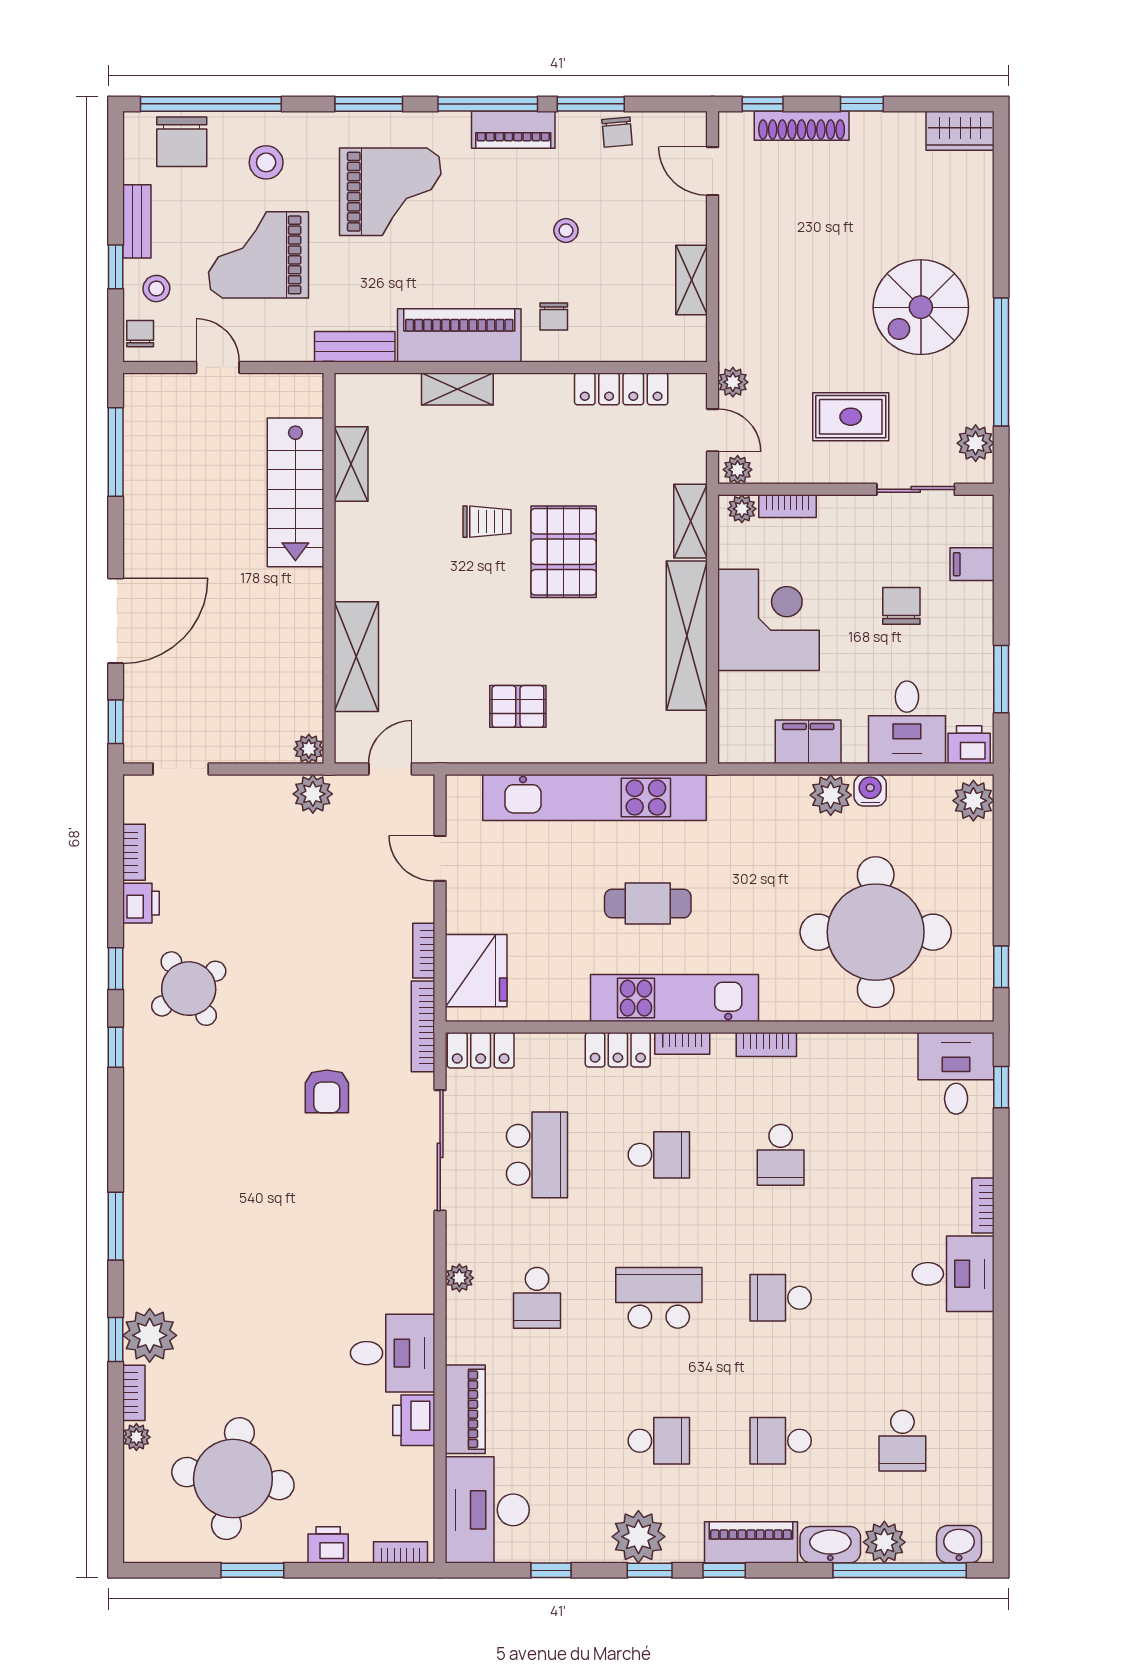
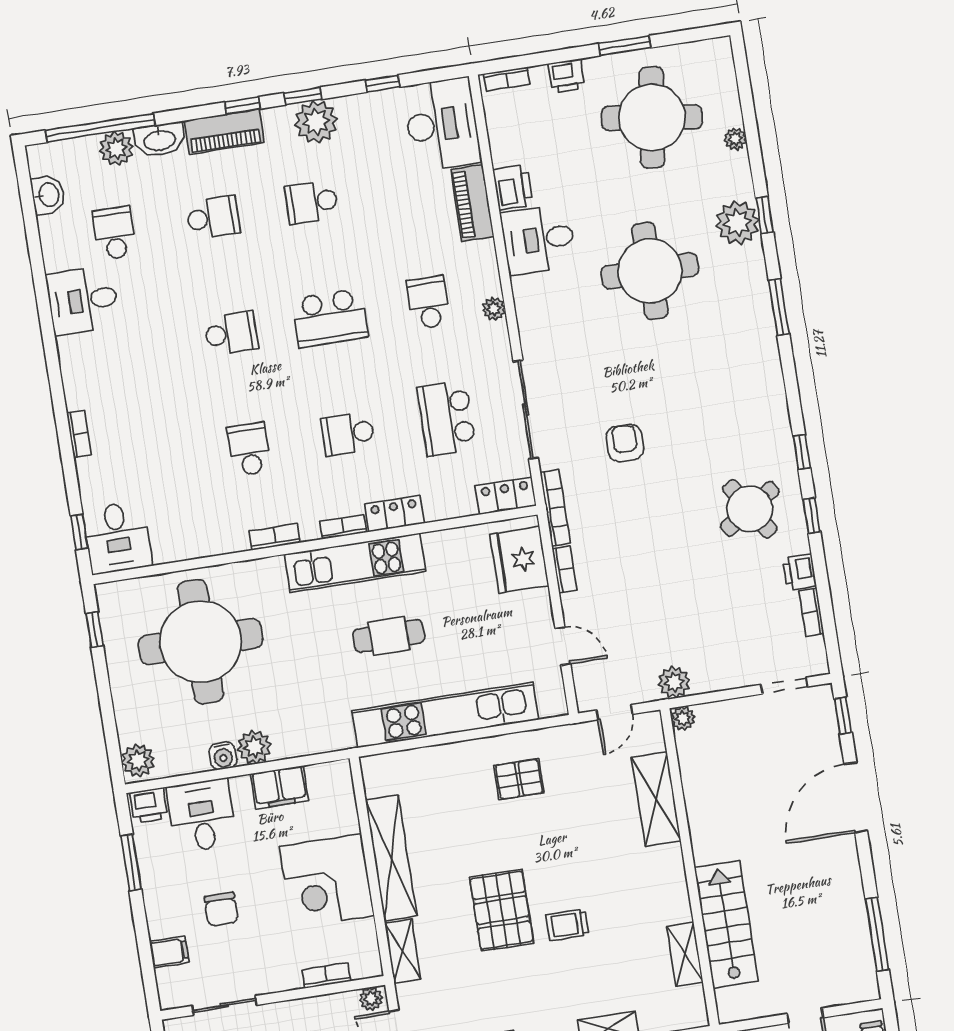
plant: (742, 509) -> (363, 968), removed
desk: (953, 1274) -> (83, 300), moved
round table: (264, 1294) -> (650, 271), added
bookcase: (134, 1393) -> (743, 174), removed
washbasin: (959, 1544) -> (48, 195), moved, turned -90

